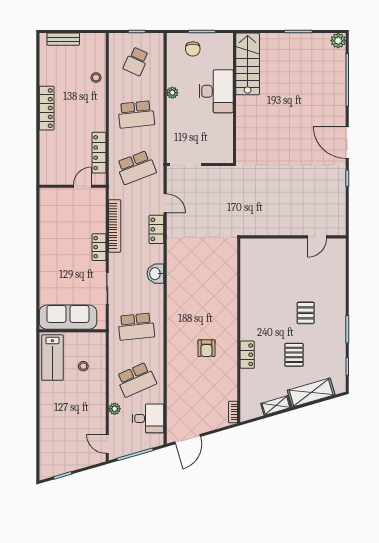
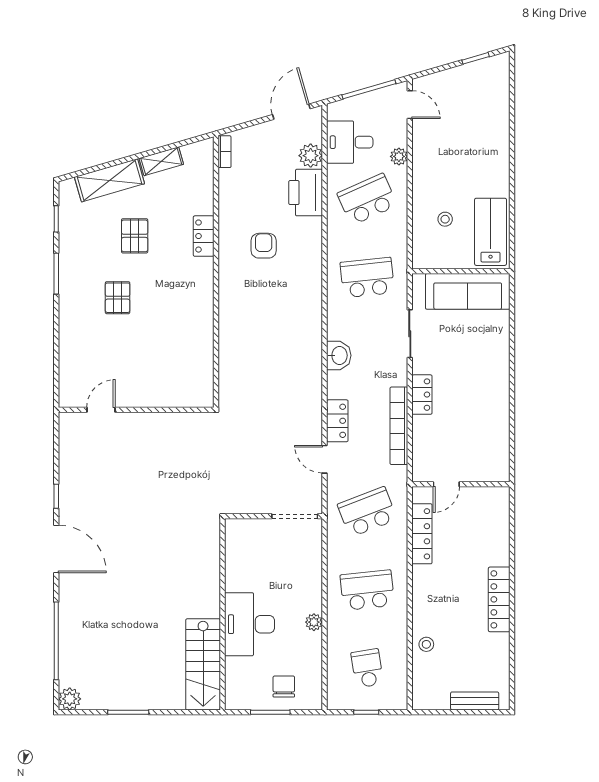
school desk: (136, 61) -> (367, 668), turned -33
printer: (178, 384) -> (306, 193), added
plant: (175, 409) -> (311, 156), added

